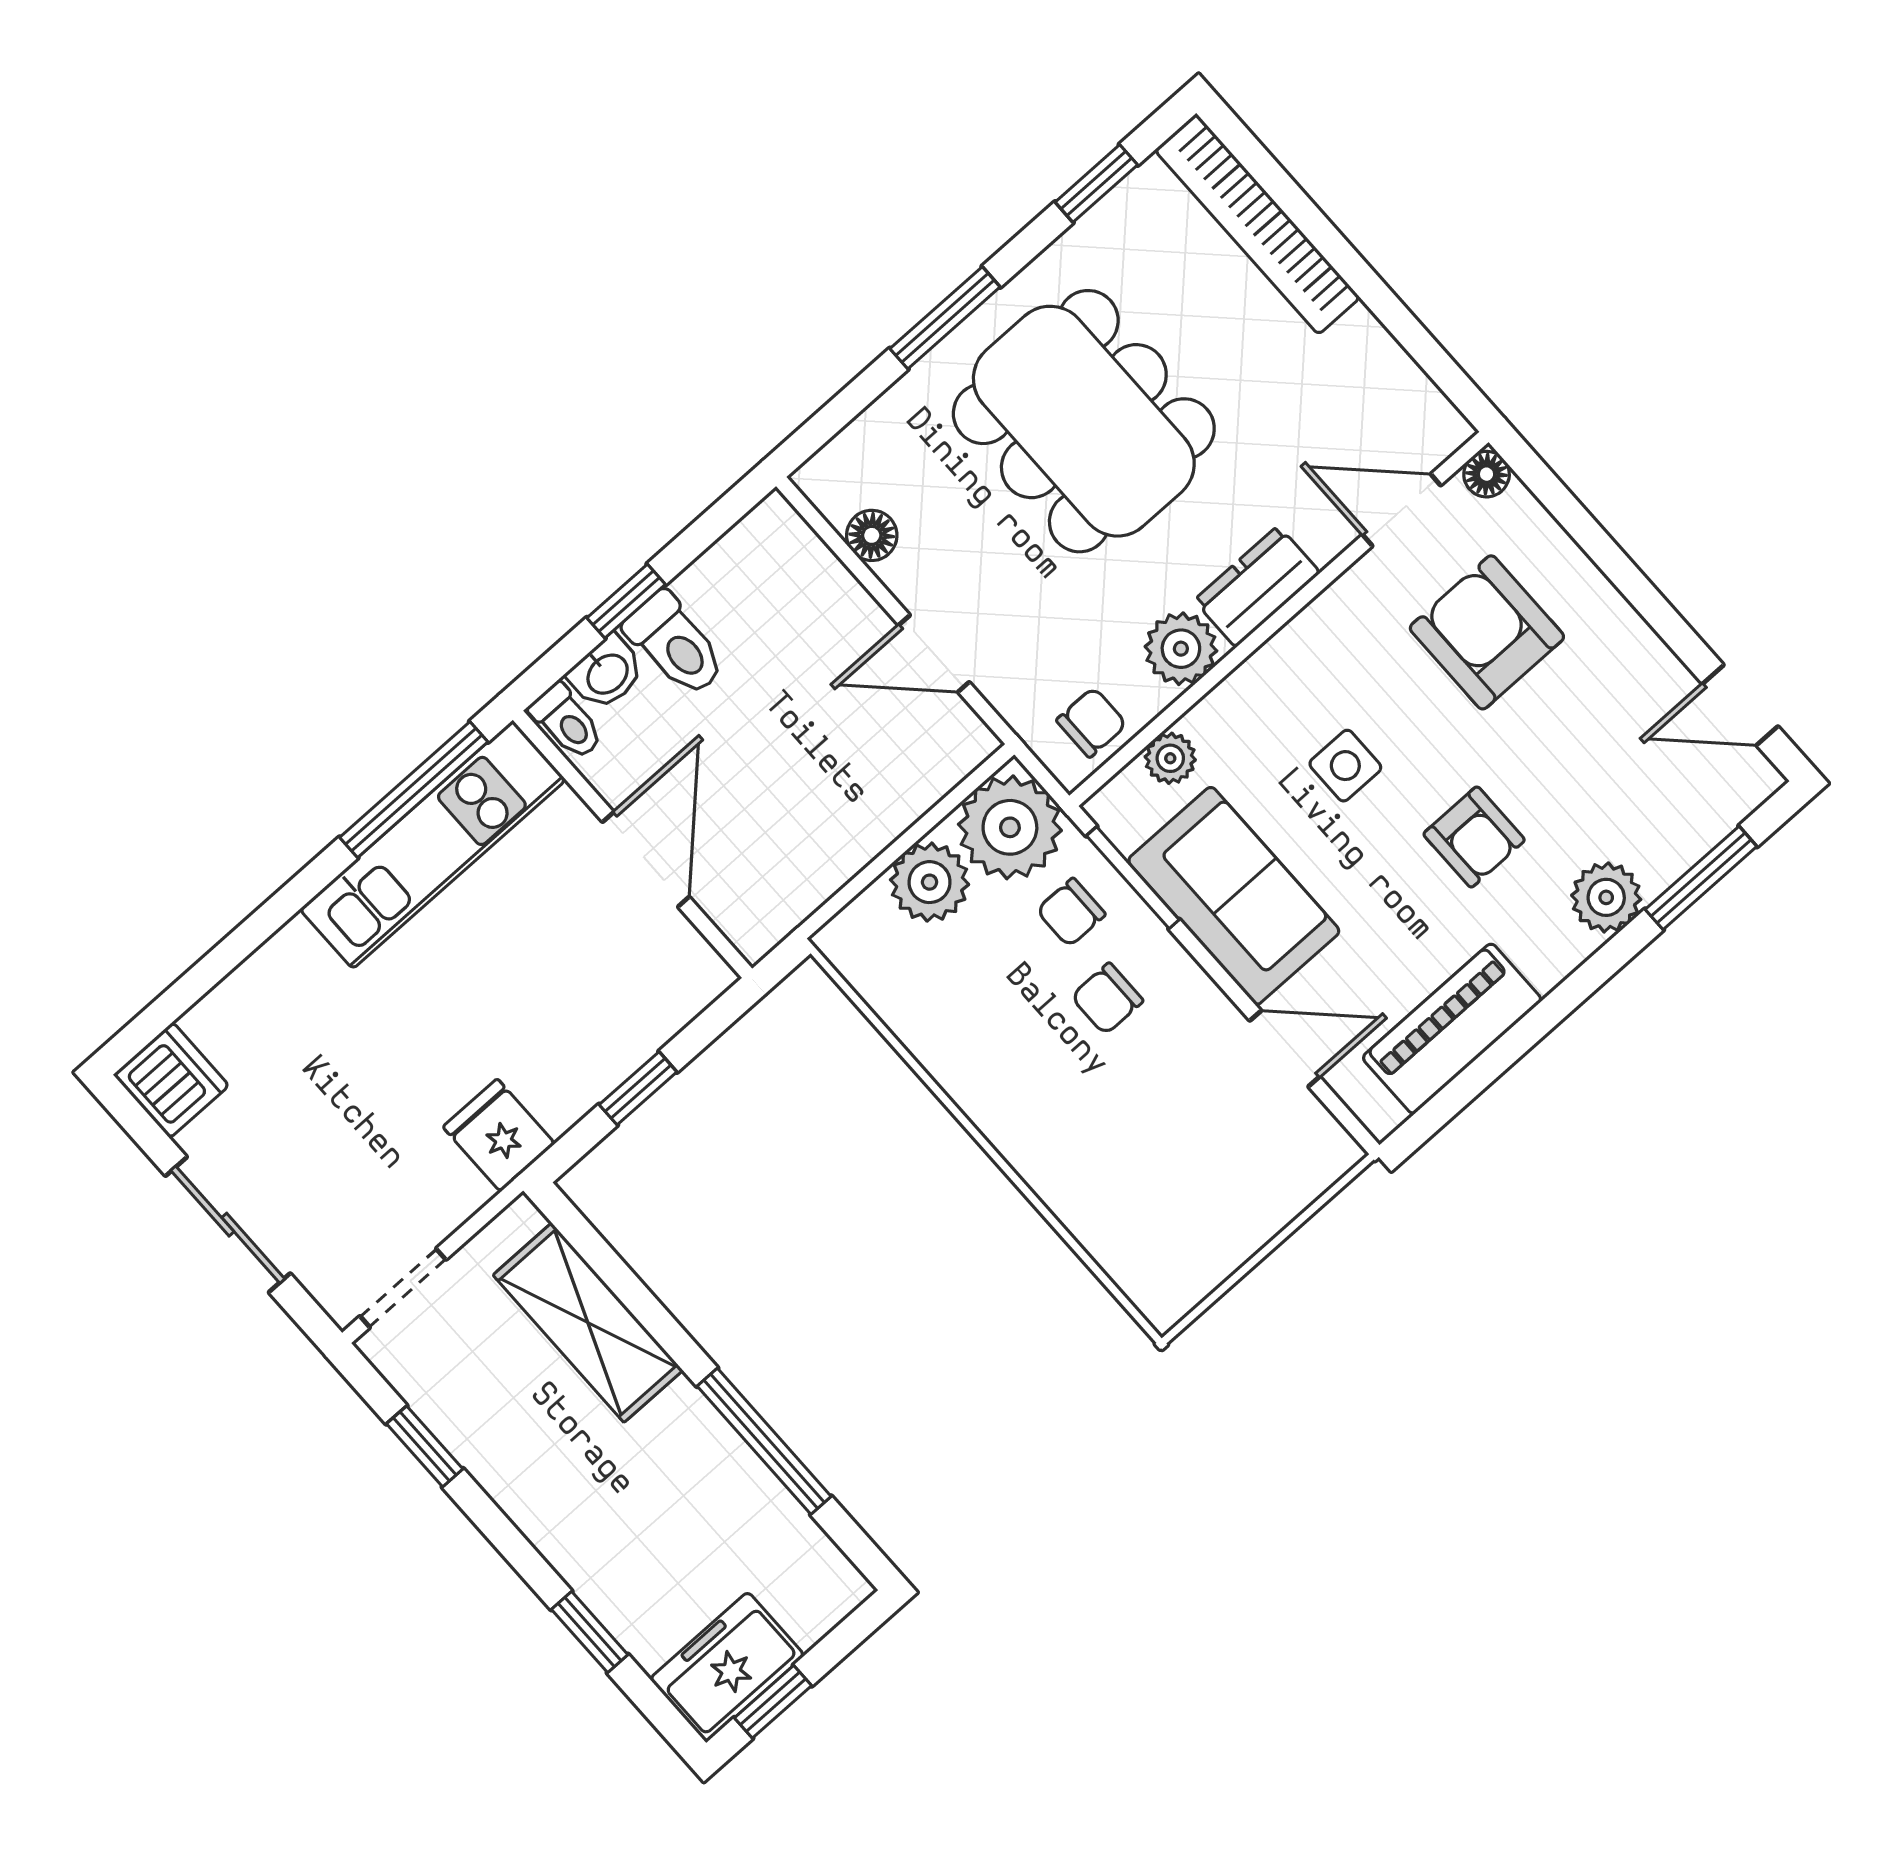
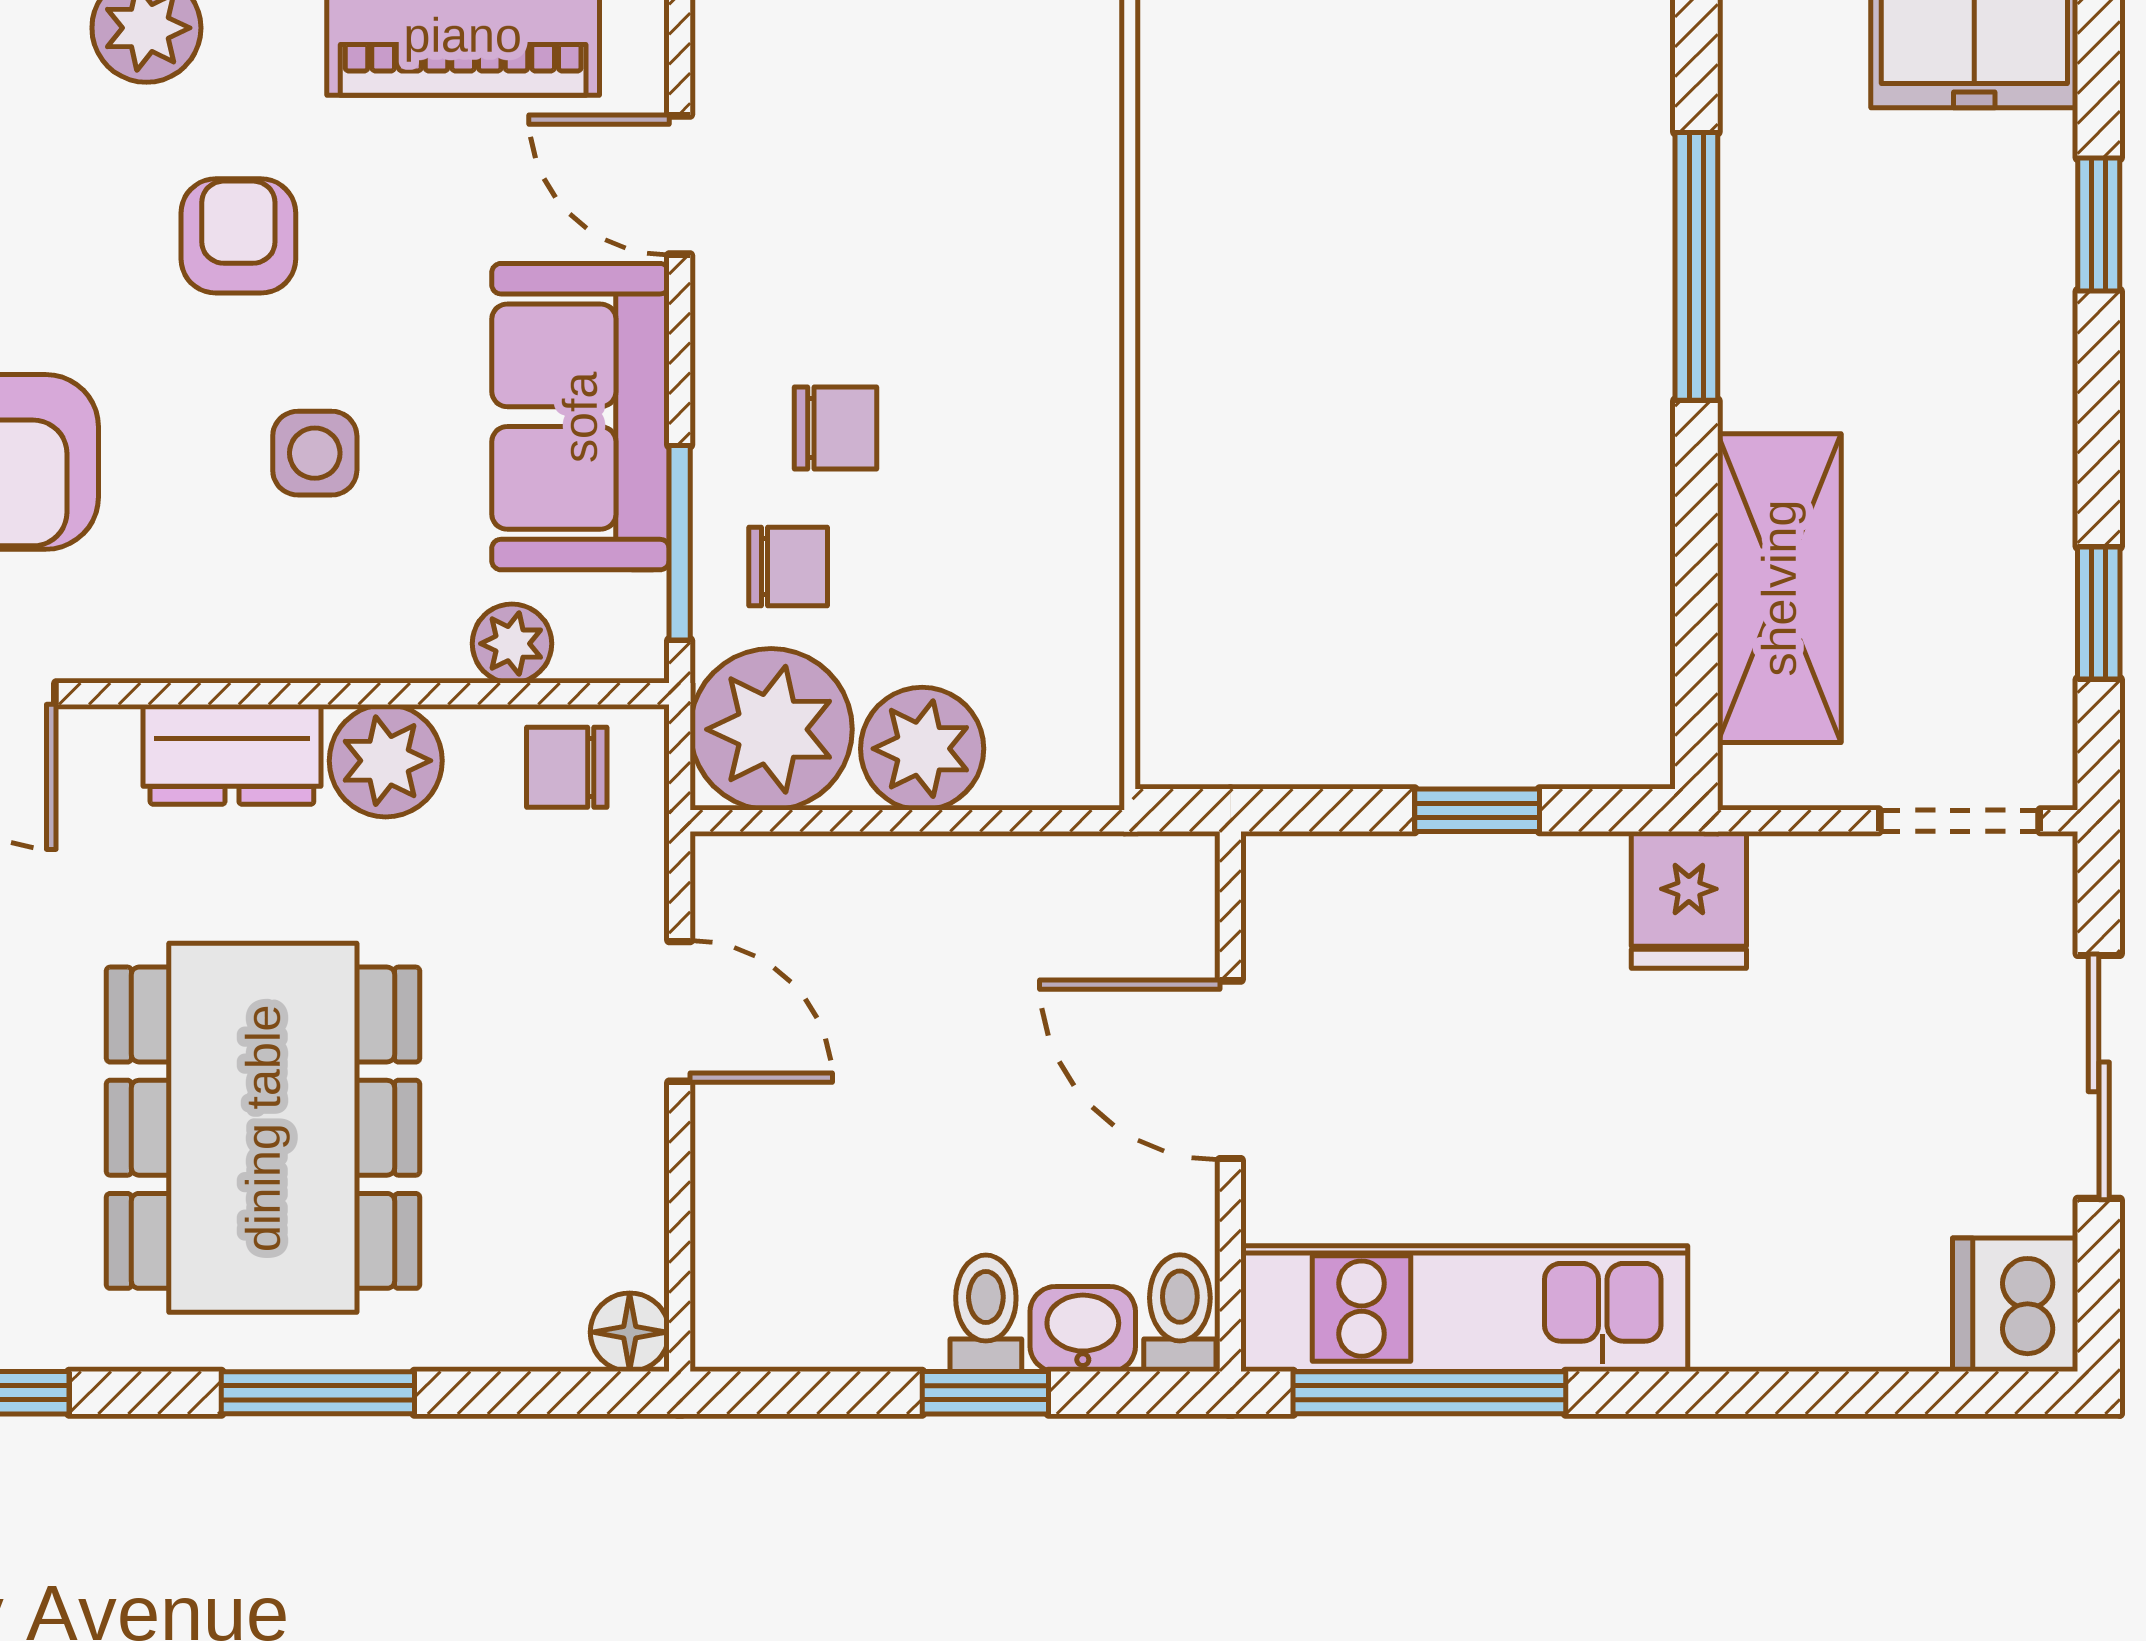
floor lamp: (872, 535) -> (630, 1332), moved
toilet: (675, 644) -> (986, 1313), width x0.73, depth x0.72
door: (646, 859) -> (1230, 1070), hinge flipped

